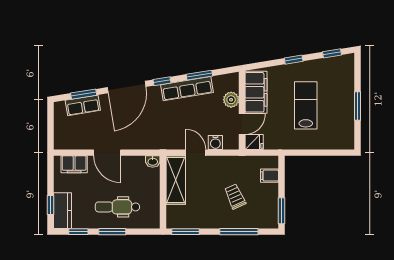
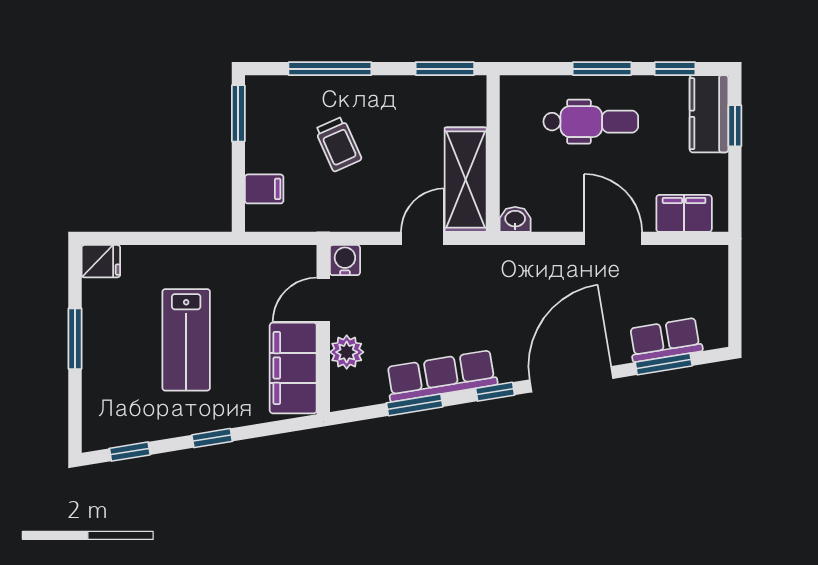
water cooler: (215, 142) -> (345, 260), moved
fridge: (254, 142) -> (101, 261), moved, turned 180
door: (196, 153) -> (423, 238), swing flipped

